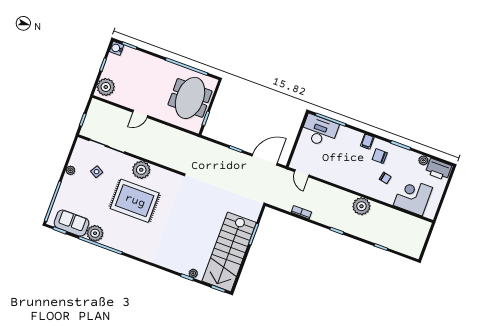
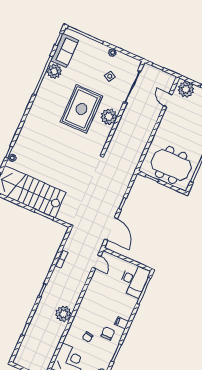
door: (140, 114) -> (168, 100), moved
door: (302, 173) -> (97, 262), swing flipped

